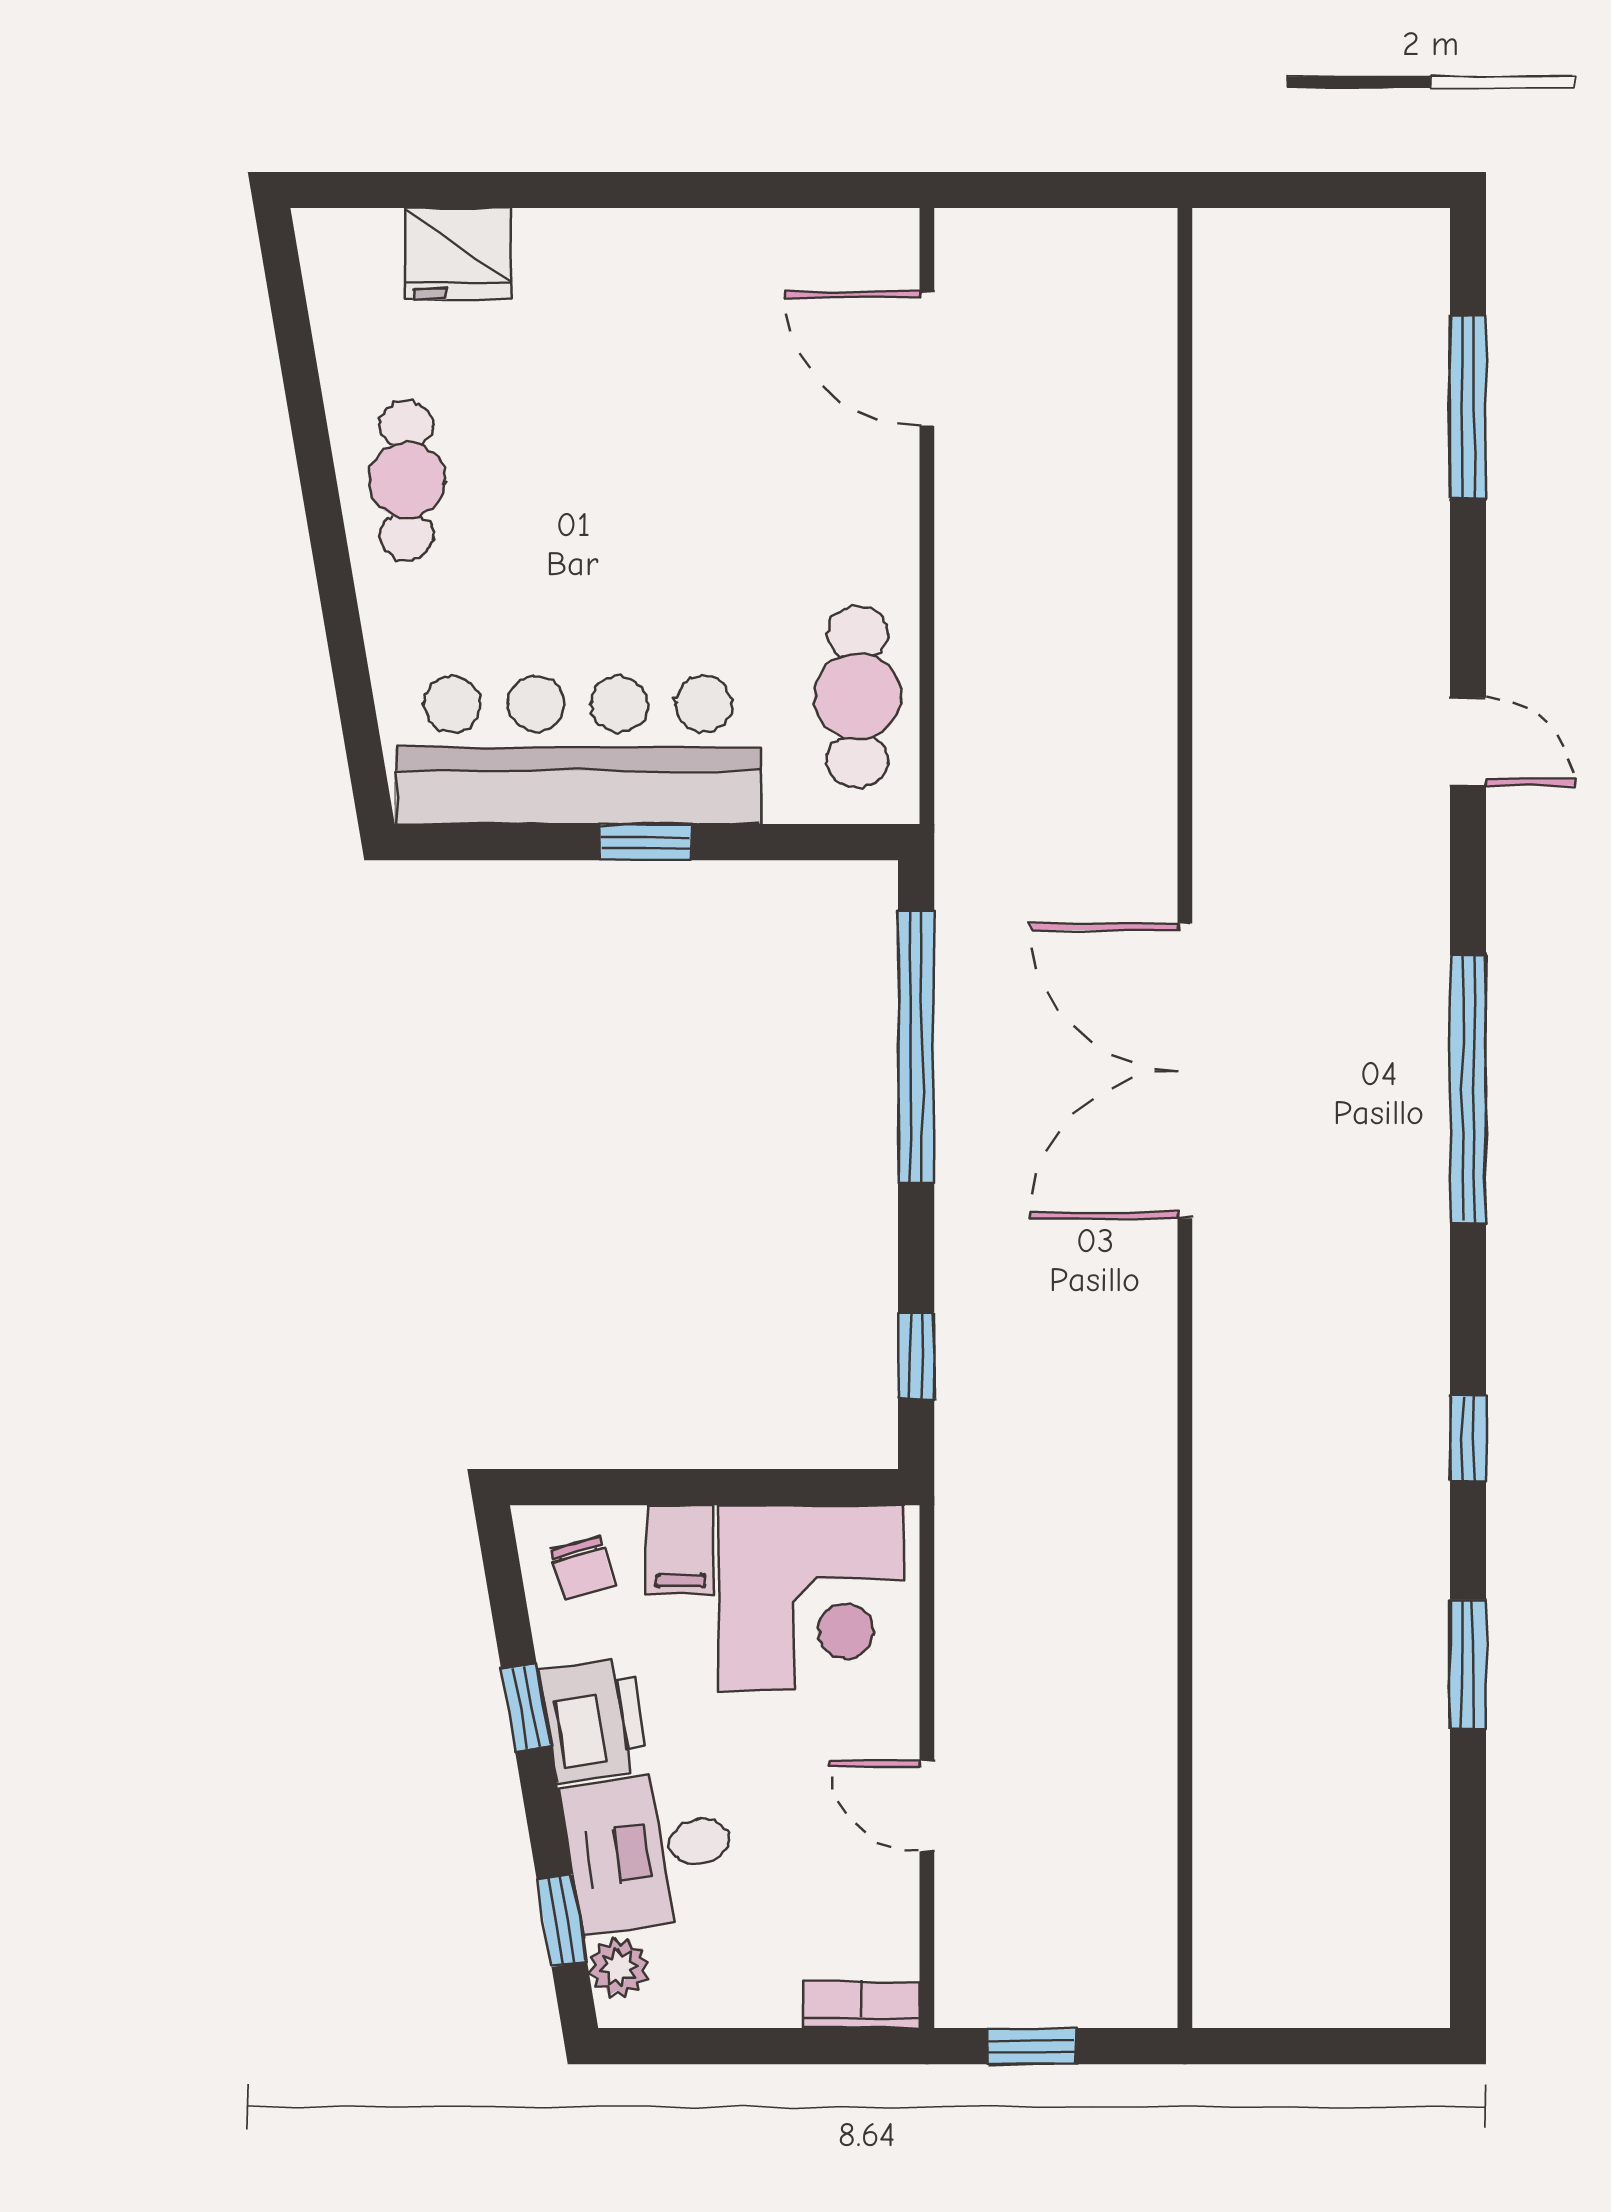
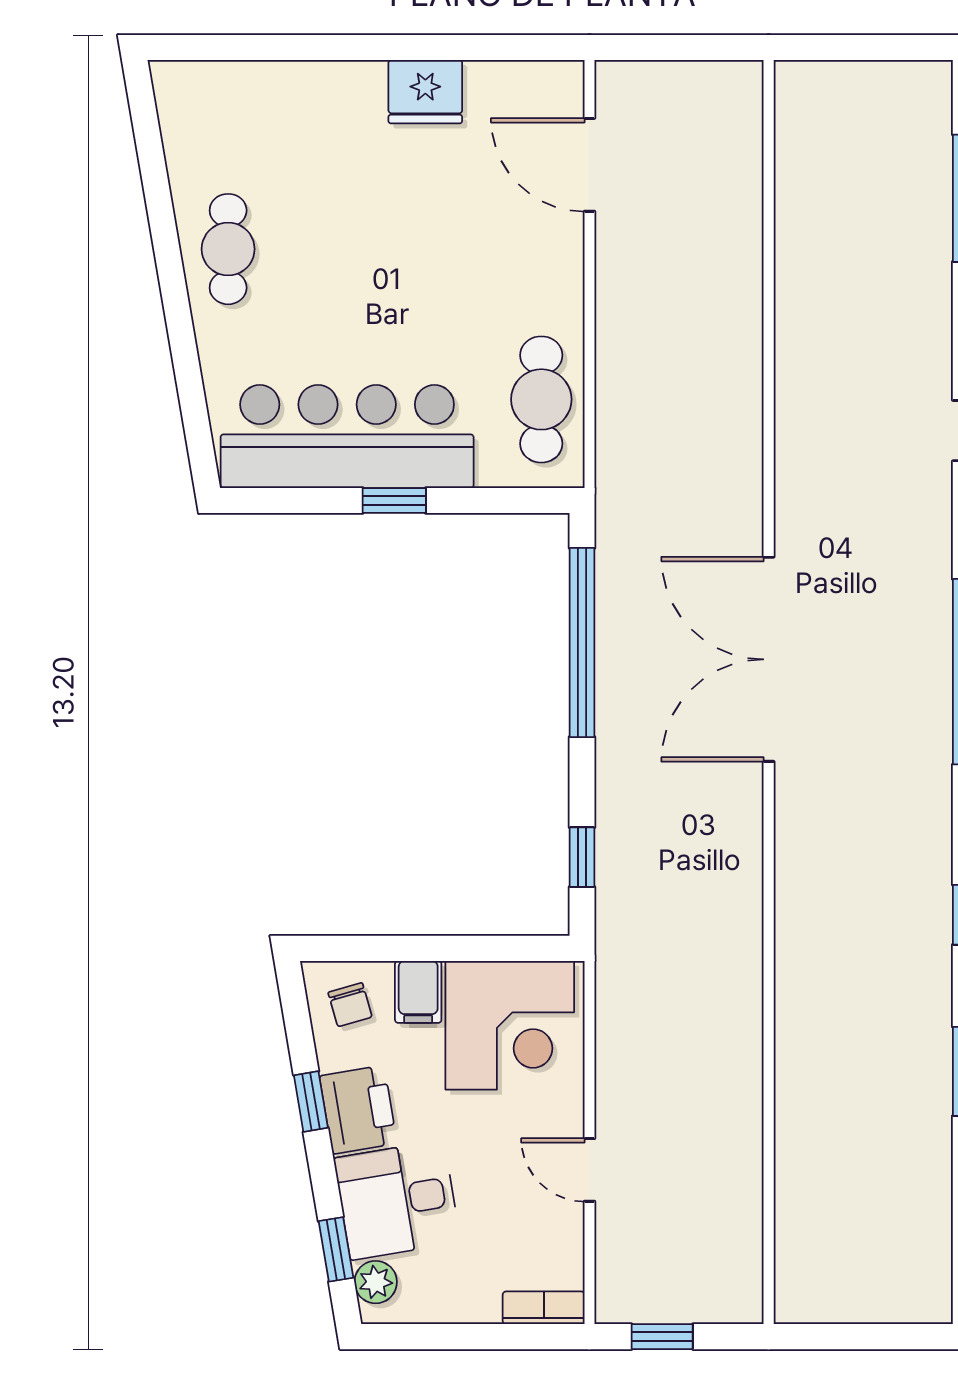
fridge: (457, 254) -> (425, 92), moved

